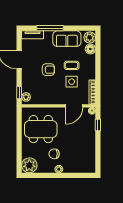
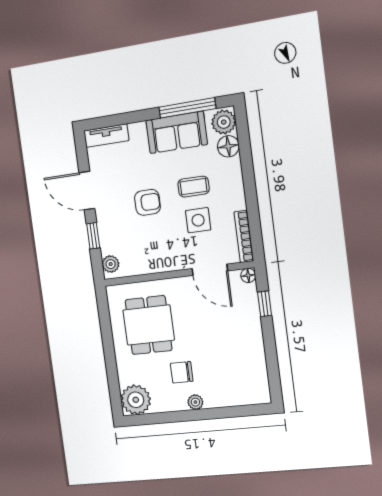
window: (50, 28) -> (187, 108), moved
window: (19, 93) -> (93, 236), moved
door: (74, 106) -> (210, 270), hinge flipped
dining table: (41, 129) -> (149, 325), width x0.73

